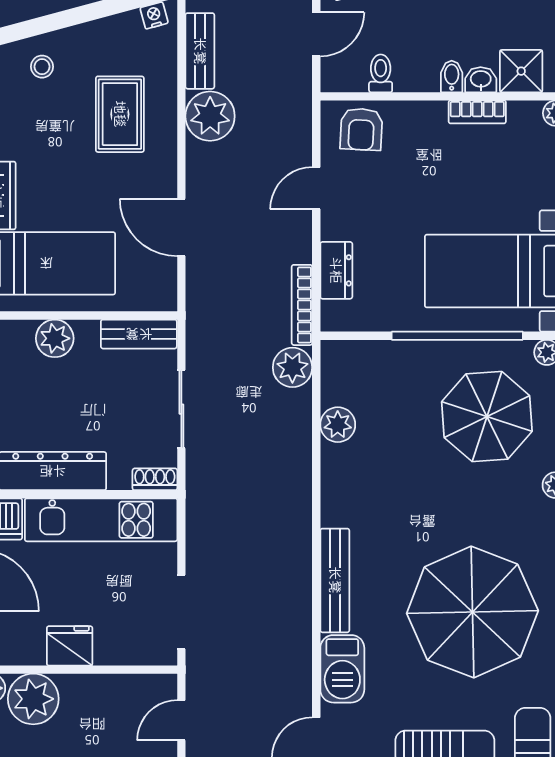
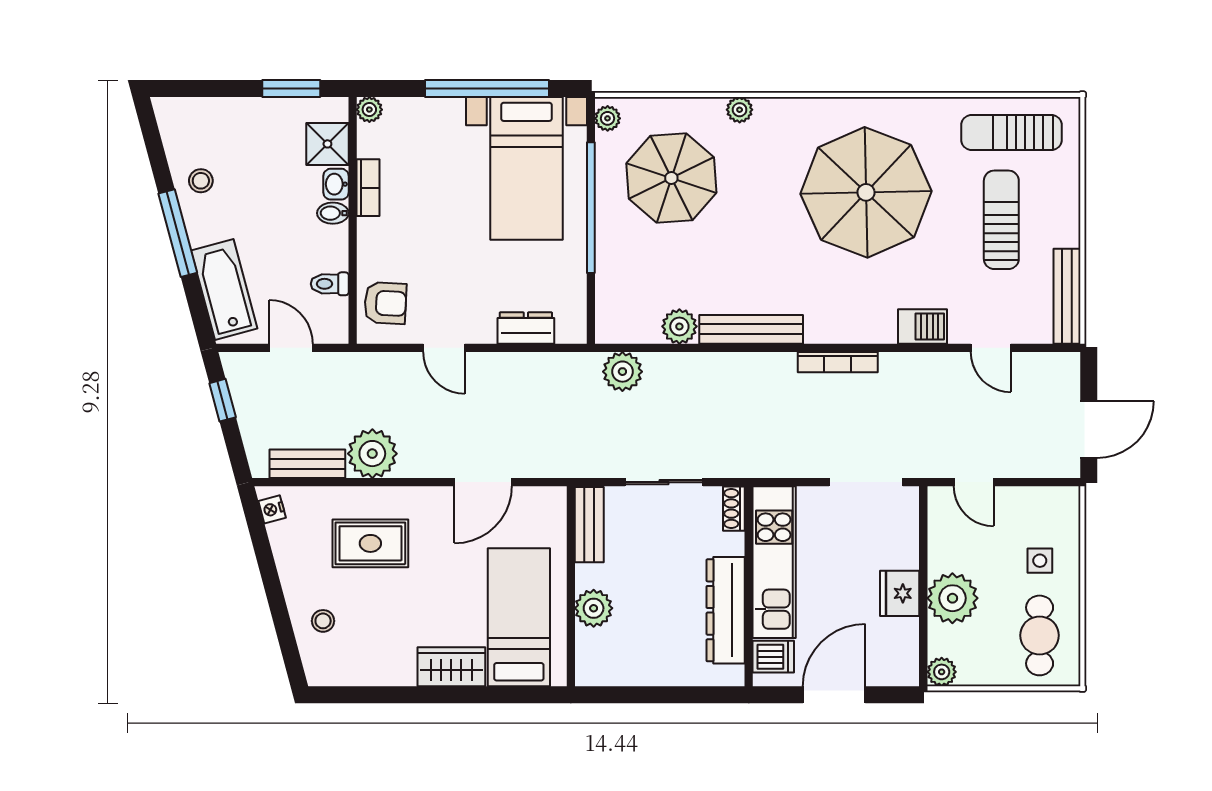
bookcase: (302, 305) -> (838, 362), moved
bench: (335, 580) -> (751, 329), moved
barbecue: (342, 669) -> (922, 327), width x0.73, depth x0.79
plant: (33, 699) -> (952, 598), moved

